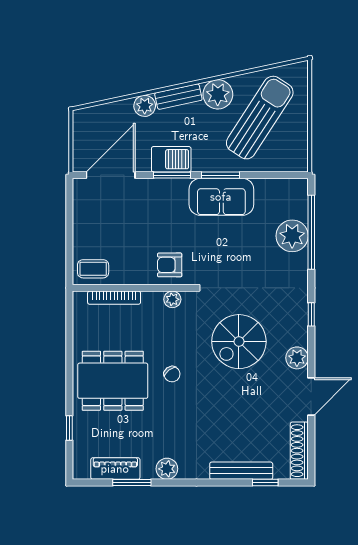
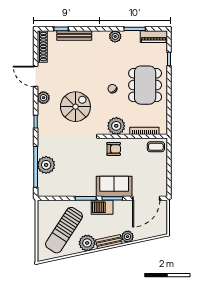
barbecue: (171, 159) -> (102, 207), moved
sofa: (221, 197) -> (114, 186), moved
plant: (172, 299) -> (116, 126), width x1.87, depth x1.87
dining table: (113, 381) -> (145, 85), turned 90
door: (311, 396) -> (36, 76), hinge flipped
piano: (115, 469) -> (154, 37), moved

